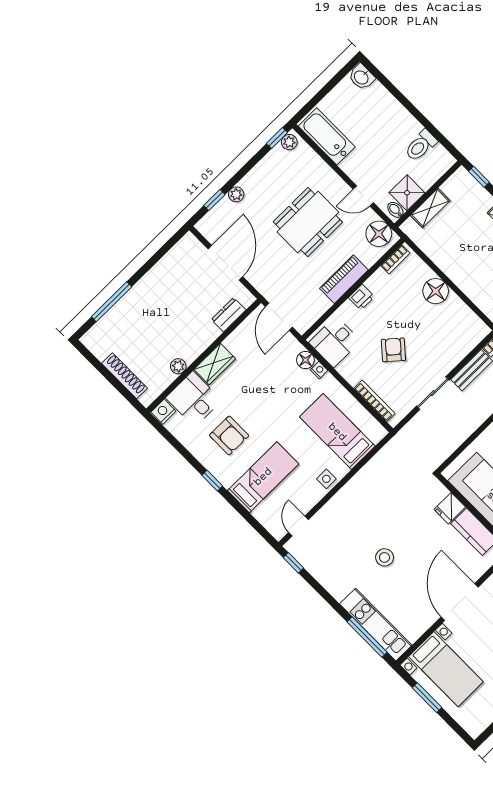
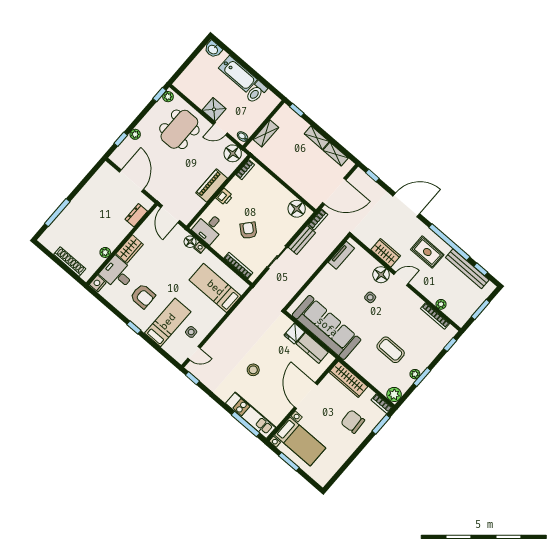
bathtub: (327, 136) -> (238, 74), moved, turned 180
shower: (407, 193) -> (214, 109), moved
dining table: (308, 222) -> (179, 129), moved
floor lamp: (436, 291) -> (297, 209), moved
side table: (326, 479) -> (191, 332), moved
door: (299, 526) -> (194, 353), swing flipped

